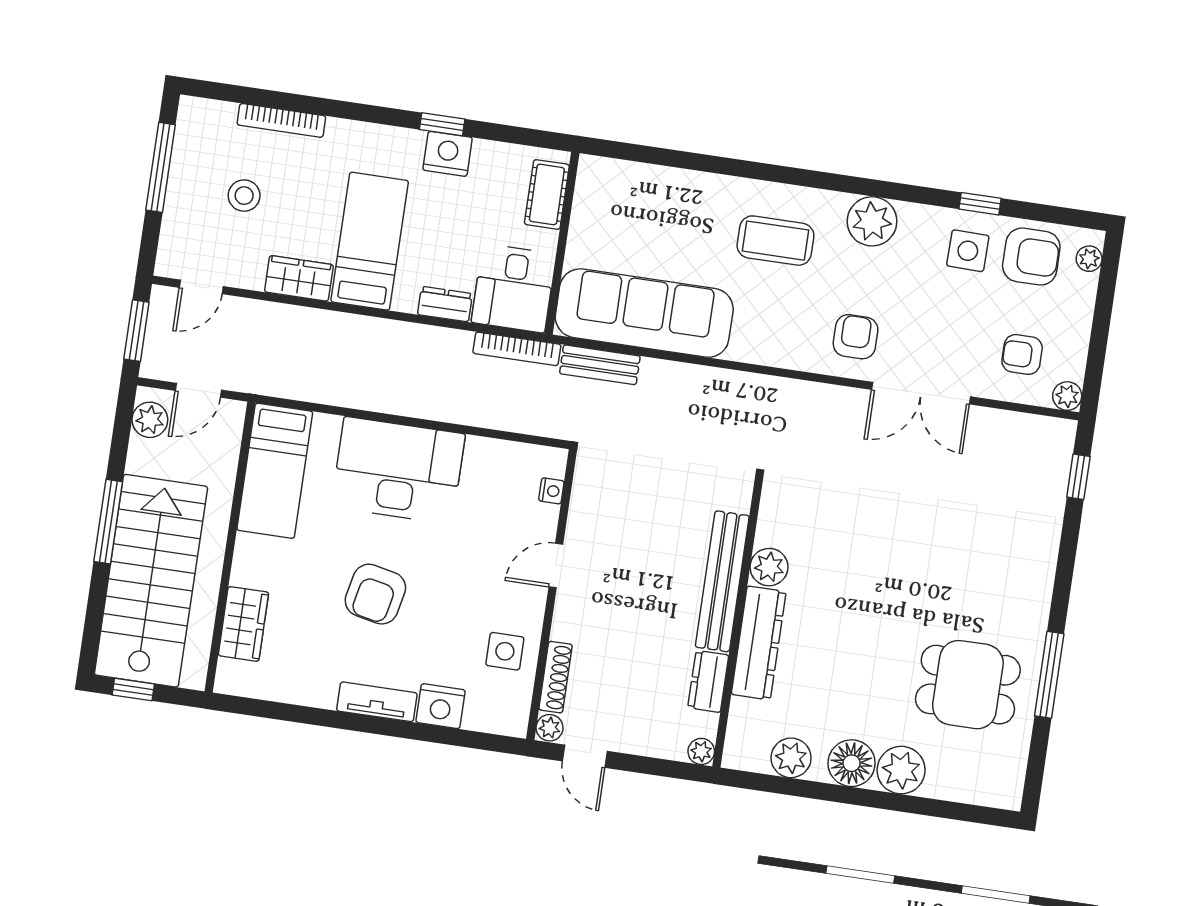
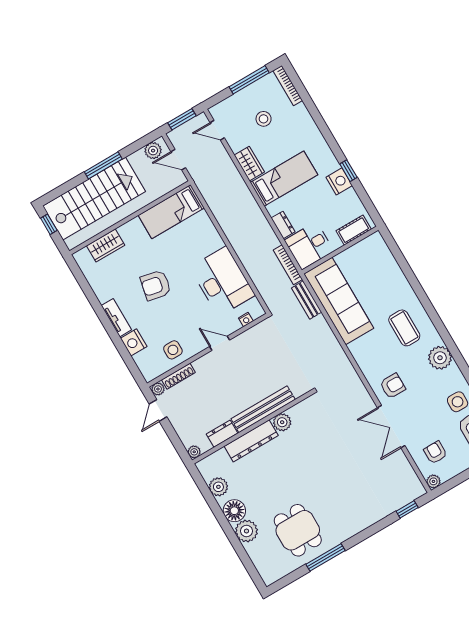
bookcase: (281, 120) -> (288, 86), moved
desk: (398, 470) -> (222, 281), moved

